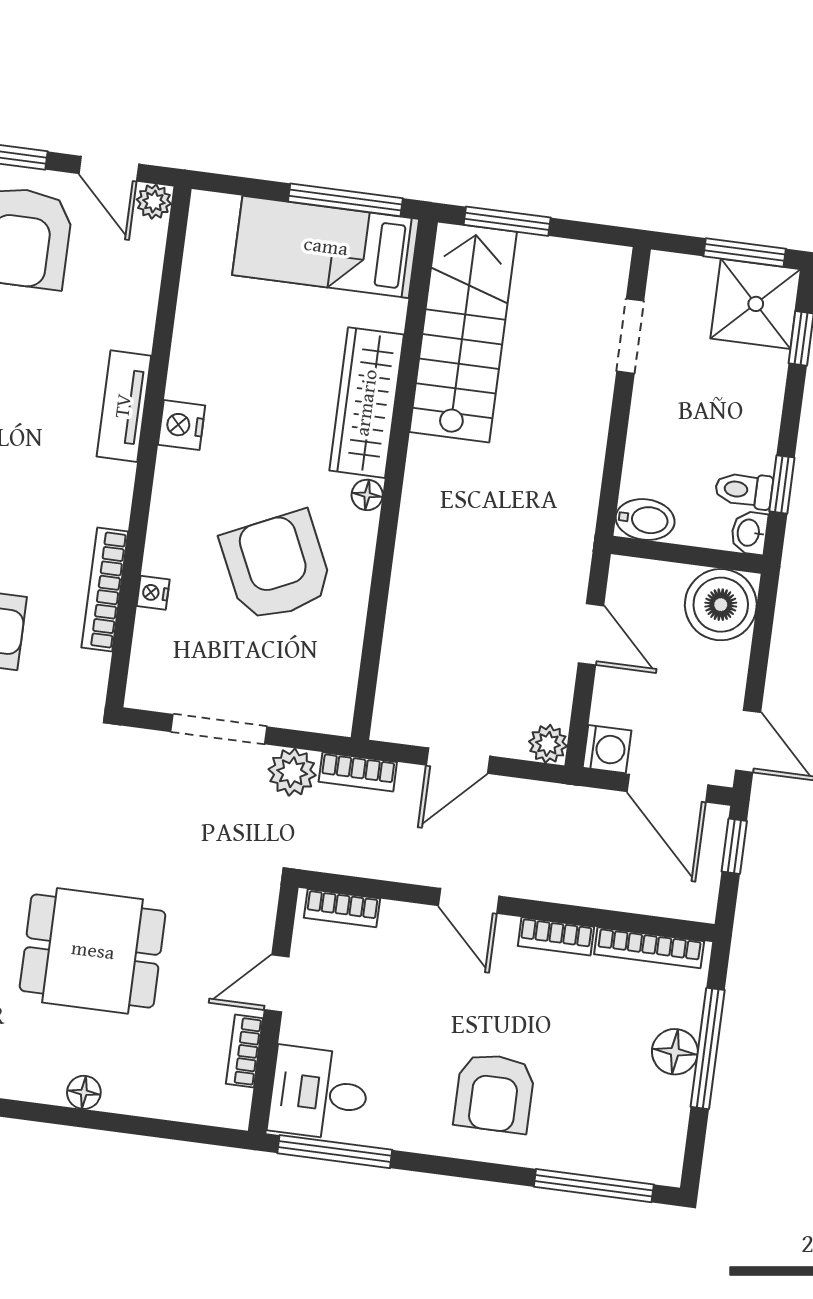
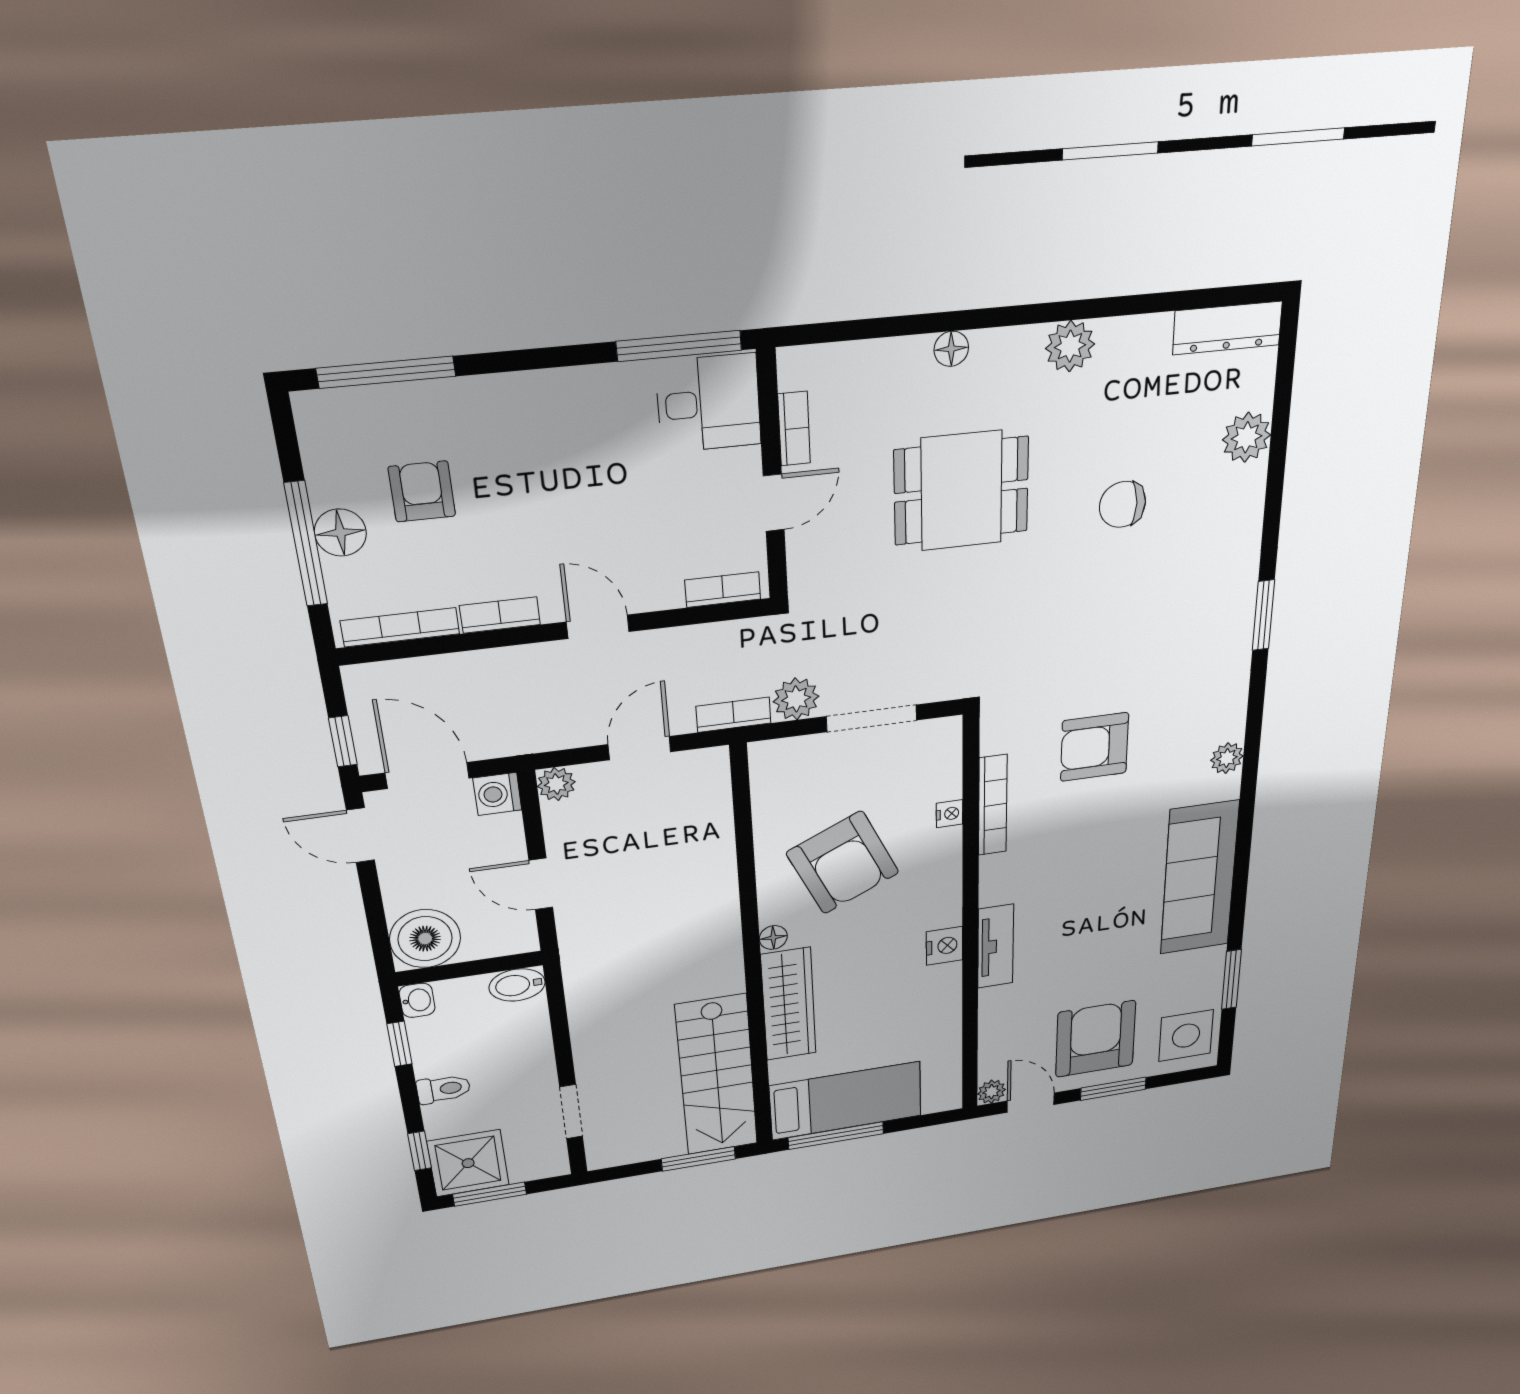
toilet: (744, 490) -> (444, 1089), moved
armchair: (494, 1093) -> (422, 491), moved, width x0.72, depth x0.72

